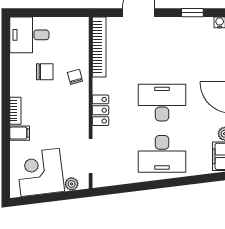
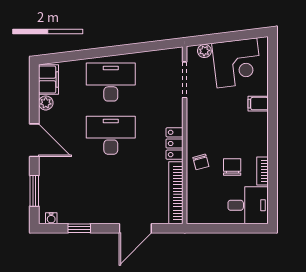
chair: (45, 72) -> (232, 167), turned 90
desk: (162, 103) -> (111, 135), turned 180
locker: (100, 110) -> (175, 143), moved
bookcase: (15, 111) -> (263, 171), moved

